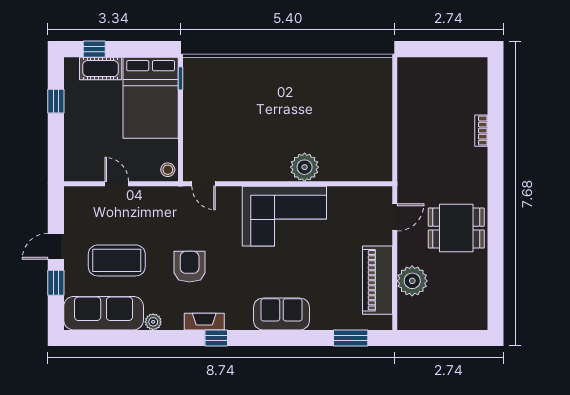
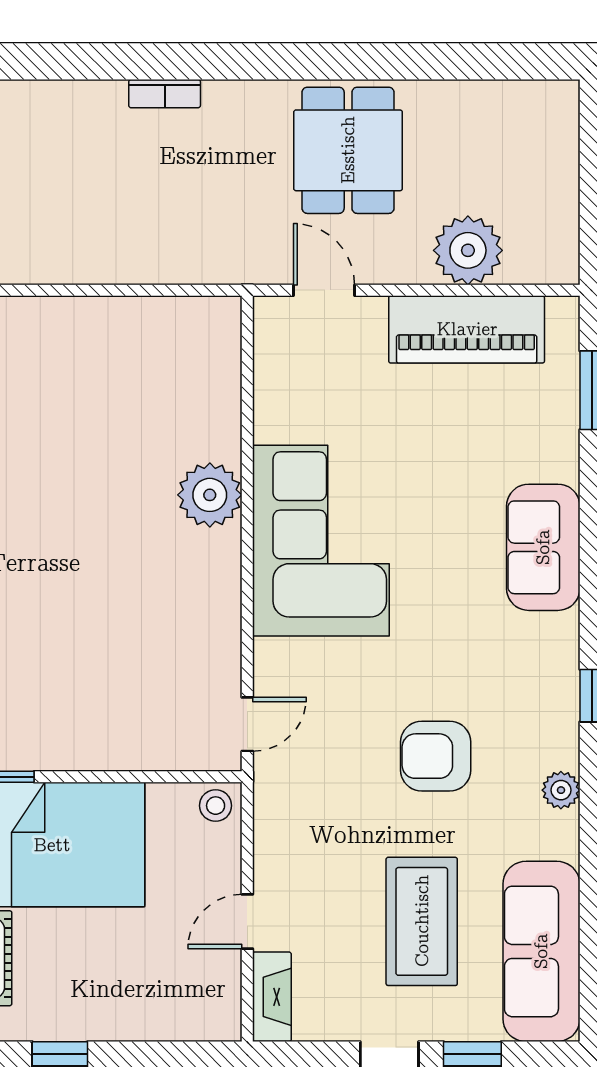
bookcase: (481, 131) -> (165, 94), moved
plant: (153, 322) -> (561, 790), moved
fireplace: (204, 322) -> (272, 997), moved, turned 180

